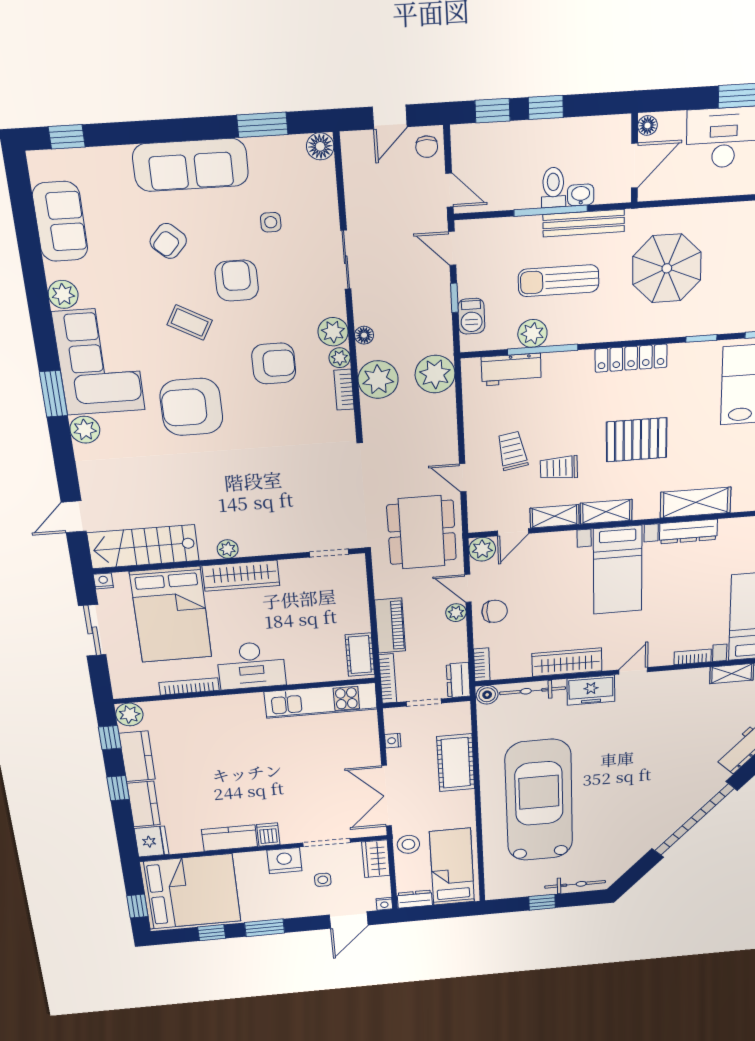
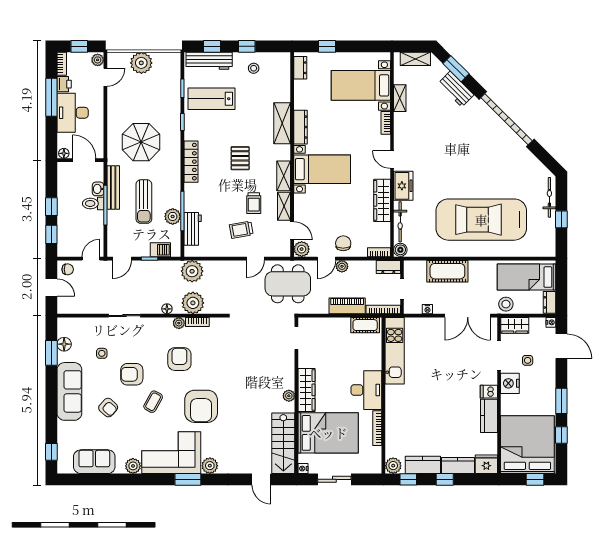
floor lamp: (320, 146) -> (64, 344), moved
plant: (333, 332) -> (164, 325), removed
pallet: (637, 440) -> (240, 158), width x0.67, depth x0.71

